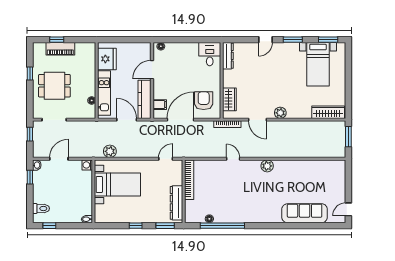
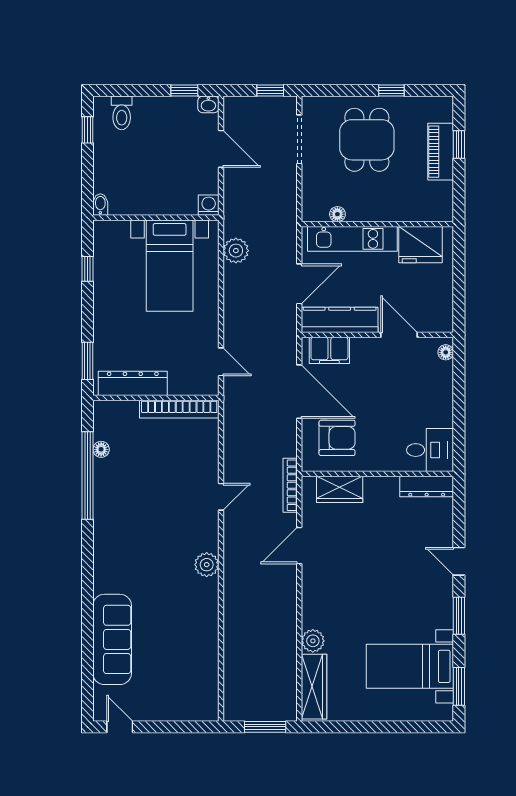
filing cabinet: (160, 105) -> (329, 350), width x2.00
plant: (280, 113) -> (313, 641), moved
window: (136, 226) -> (87, 269), moved

